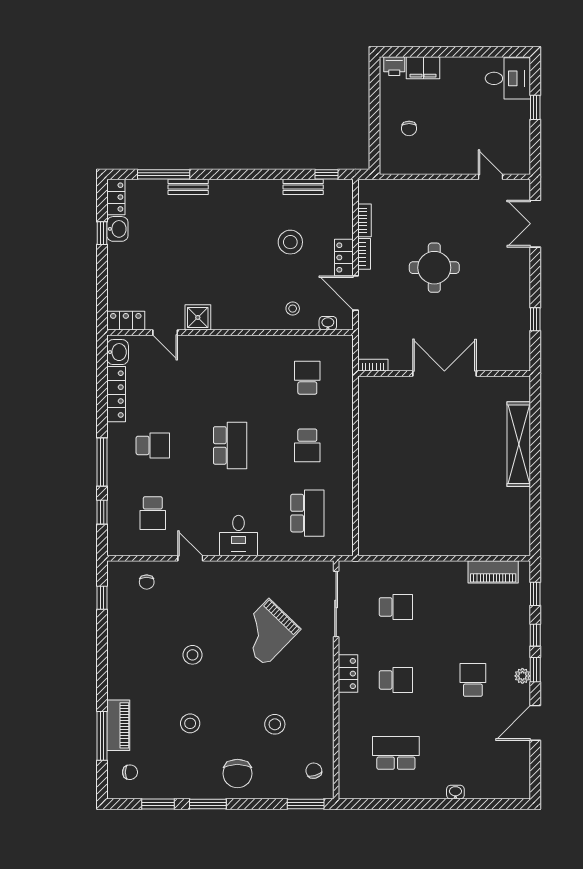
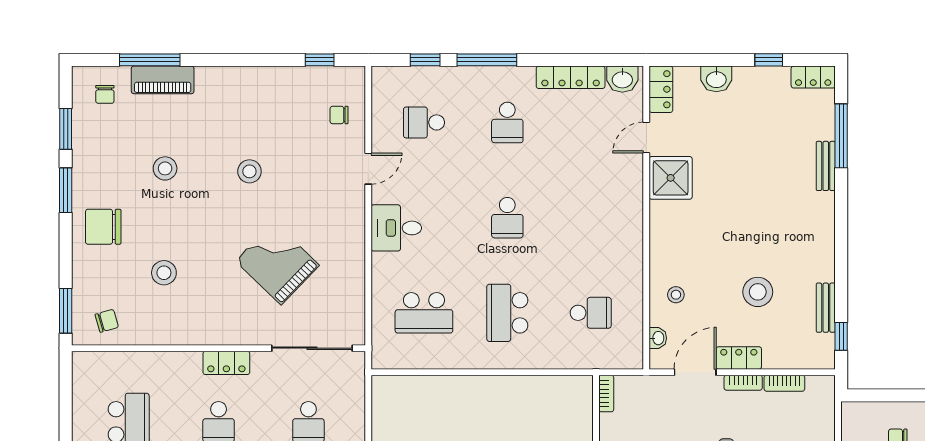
washbasin: (117, 229) -> (716, 79), moved
shower: (198, 317) -> (671, 178), width x1.36, depth x1.36
school desk: (230, 445) -> (507, 218), width x0.54
school desk: (307, 445) -> (507, 313), width x1.85

